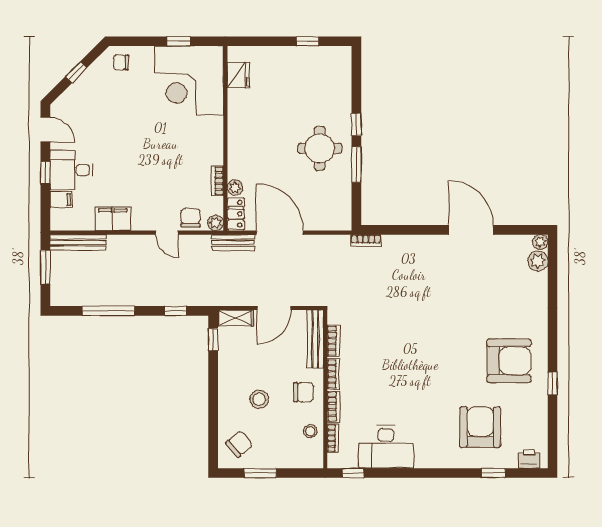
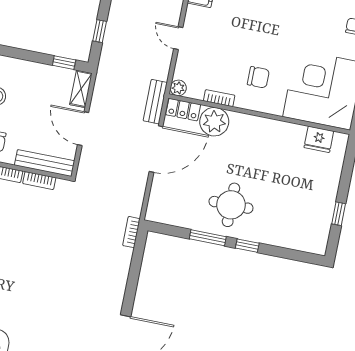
plant: (235, 188) -> (214, 122), width x1.88, depth x1.88
chair: (190, 218) -> (258, 77), moved
door: (167, 233) -> (178, 38), hinge flipped

